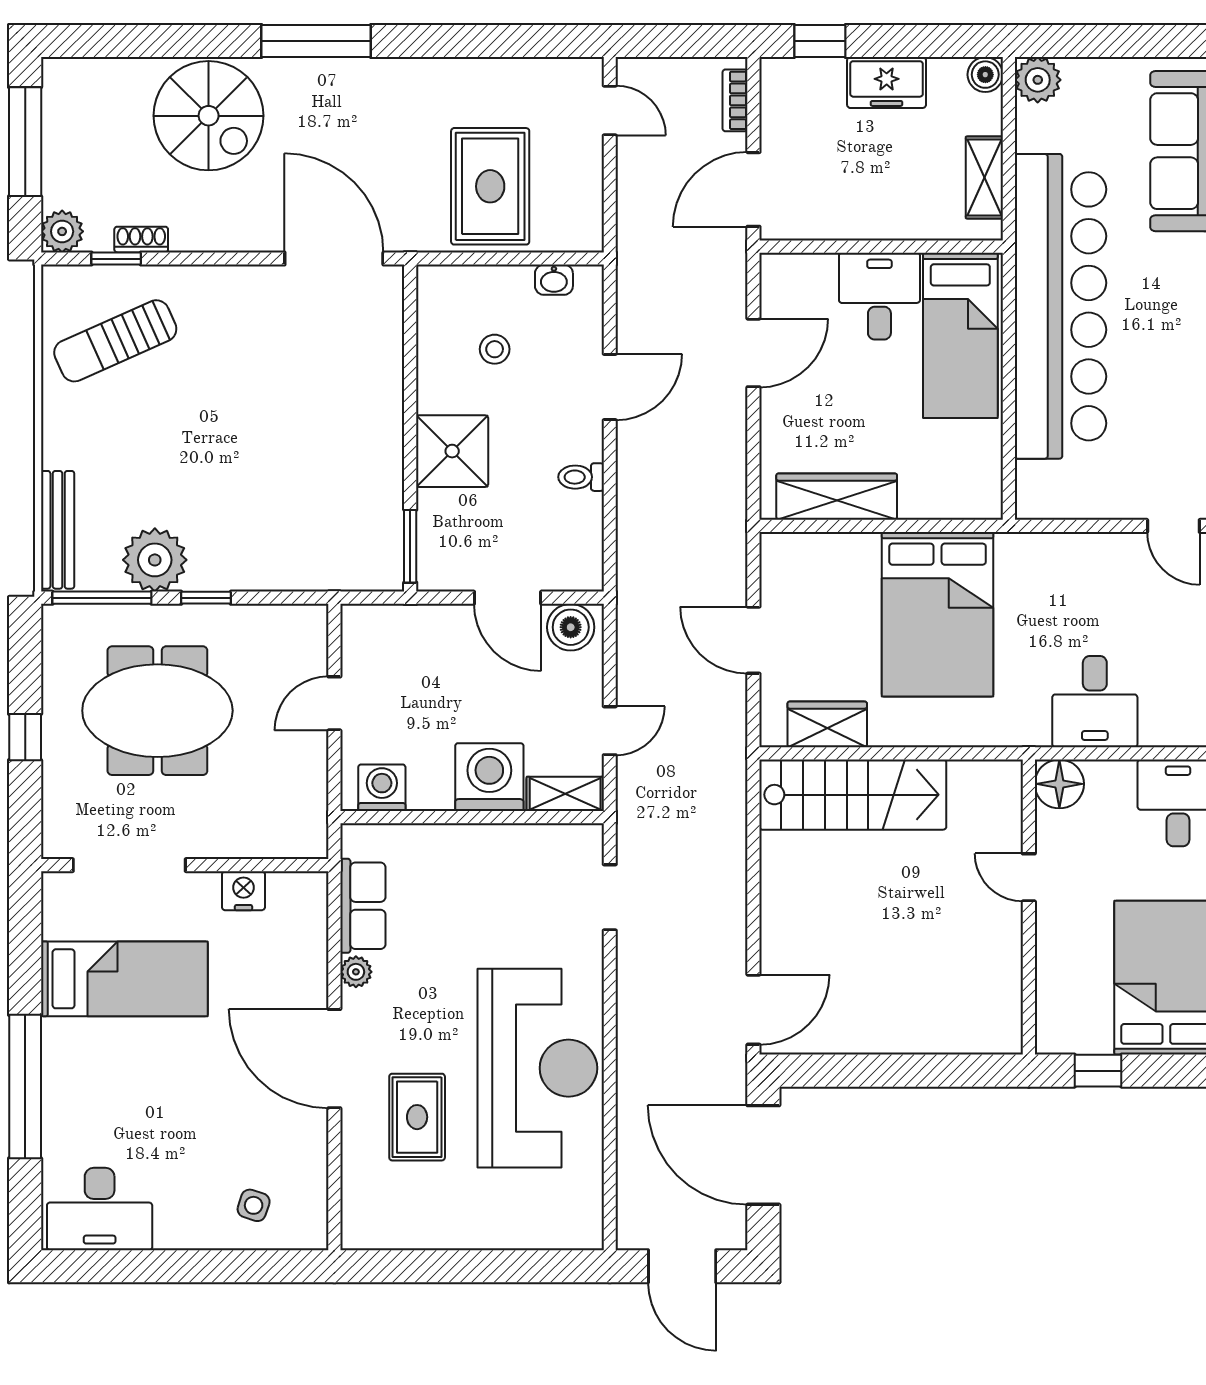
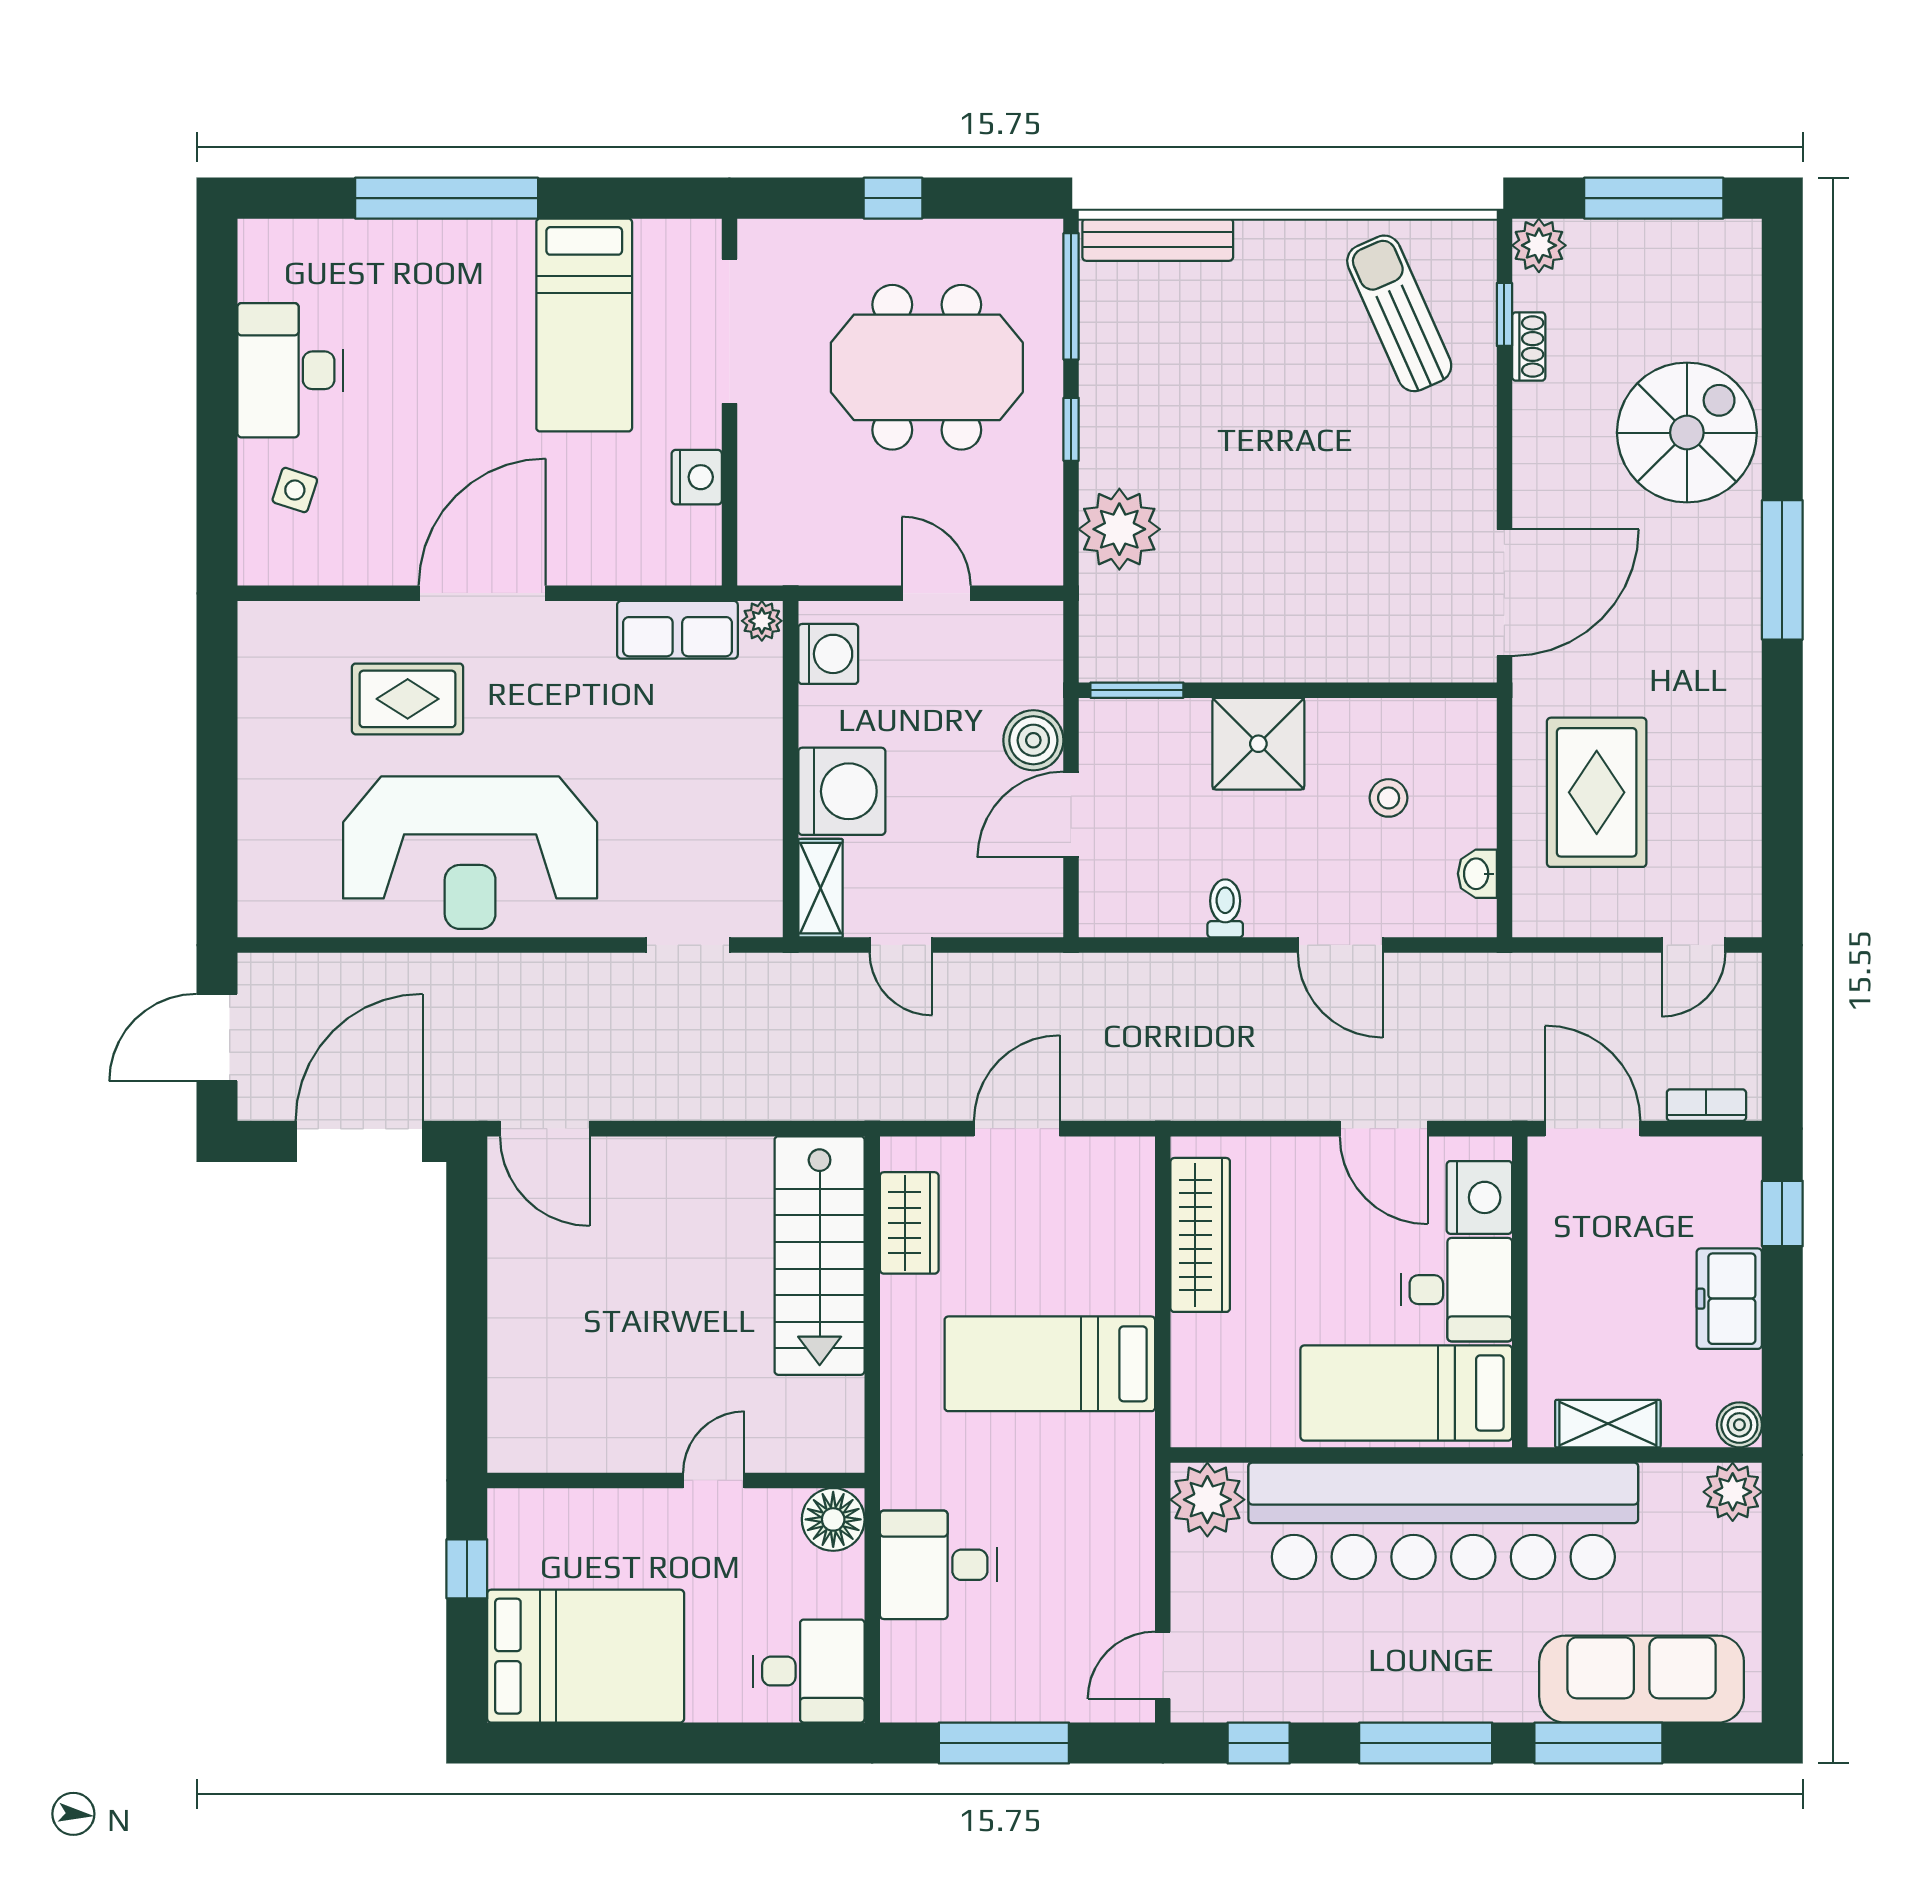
spiral stairs: (209, 116) -> (1687, 433), turned 180
rug: (490, 186) -> (1597, 792), turned 90
nightstand: (807, 278) -> (1479, 1197), added
plant: (1044, 491) -> (1207, 1500), added
plant: (155, 560) -> (1119, 529), moved
bed: (938, 614) -> (1050, 1364), width x0.67
boiler: (571, 627) -> (1033, 740), moved
meeting table: (157, 711) -> (927, 367), turned 90
plant: (356, 972) -> (762, 621), moved
desk: (100, 1209) -> (290, 370), moved

